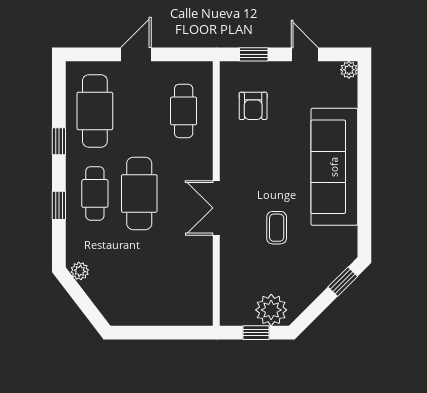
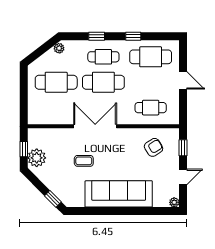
armchair: (253, 106) -> (154, 147), turned 148
double door: (216, 208) -> (95, 126), width x1.37
cafe table: (139, 276) -> (56, 82), added

